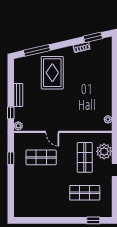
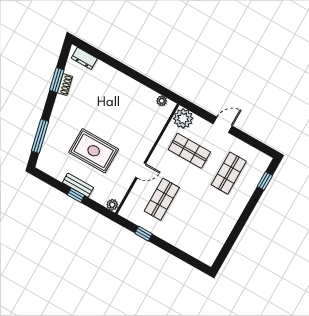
window: (93, 37) -> (57, 80), moved
dresser: (107, 50) -> (84, 58), added
rug: (52, 73) -> (94, 151), moved
window: (11, 113) -> (76, 195), moved
plant: (104, 151) -> (183, 118), moved

